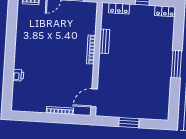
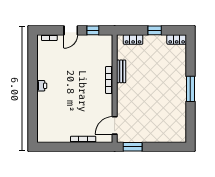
printer: (18, 75) -> (42, 86), moved
window: (129, 123) -> (133, 147), moved

